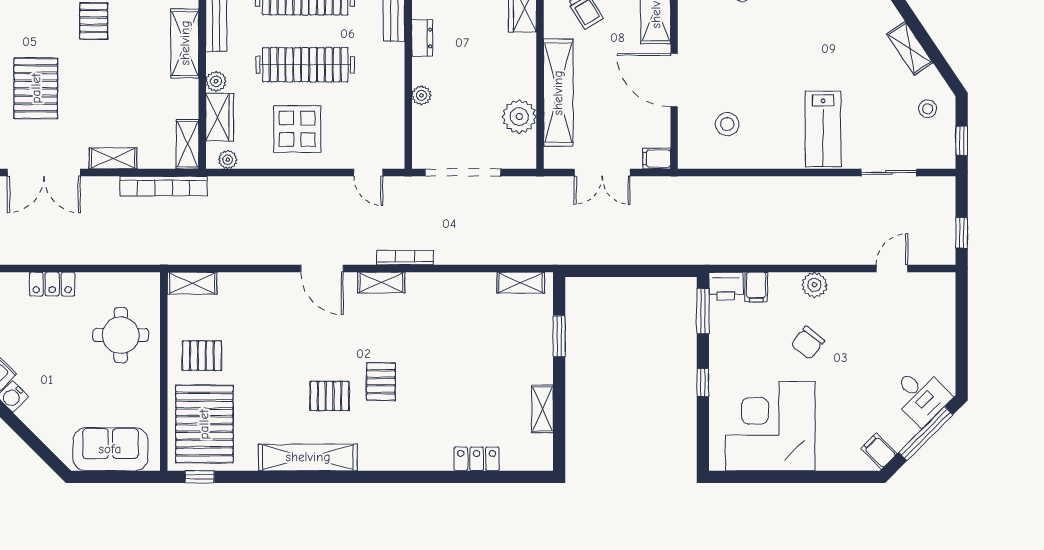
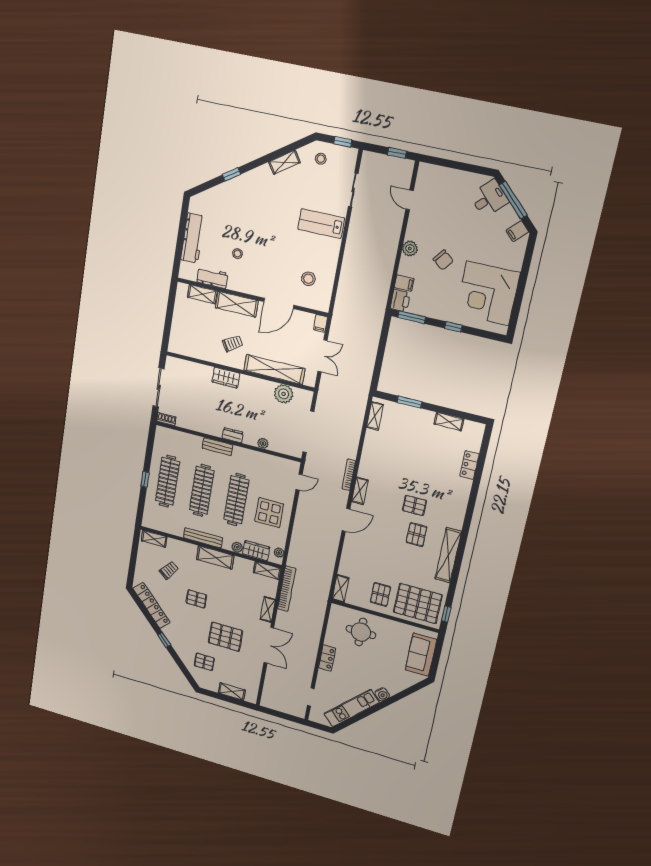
lab bench: (823, 129) -> (321, 224), turned 180

